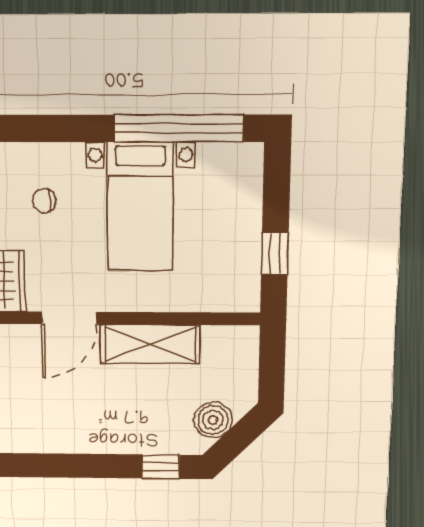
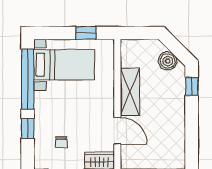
window: (72, 128) -> (28, 128), added
bed with nightstands: (140, 207) -> (64, 65), moved

